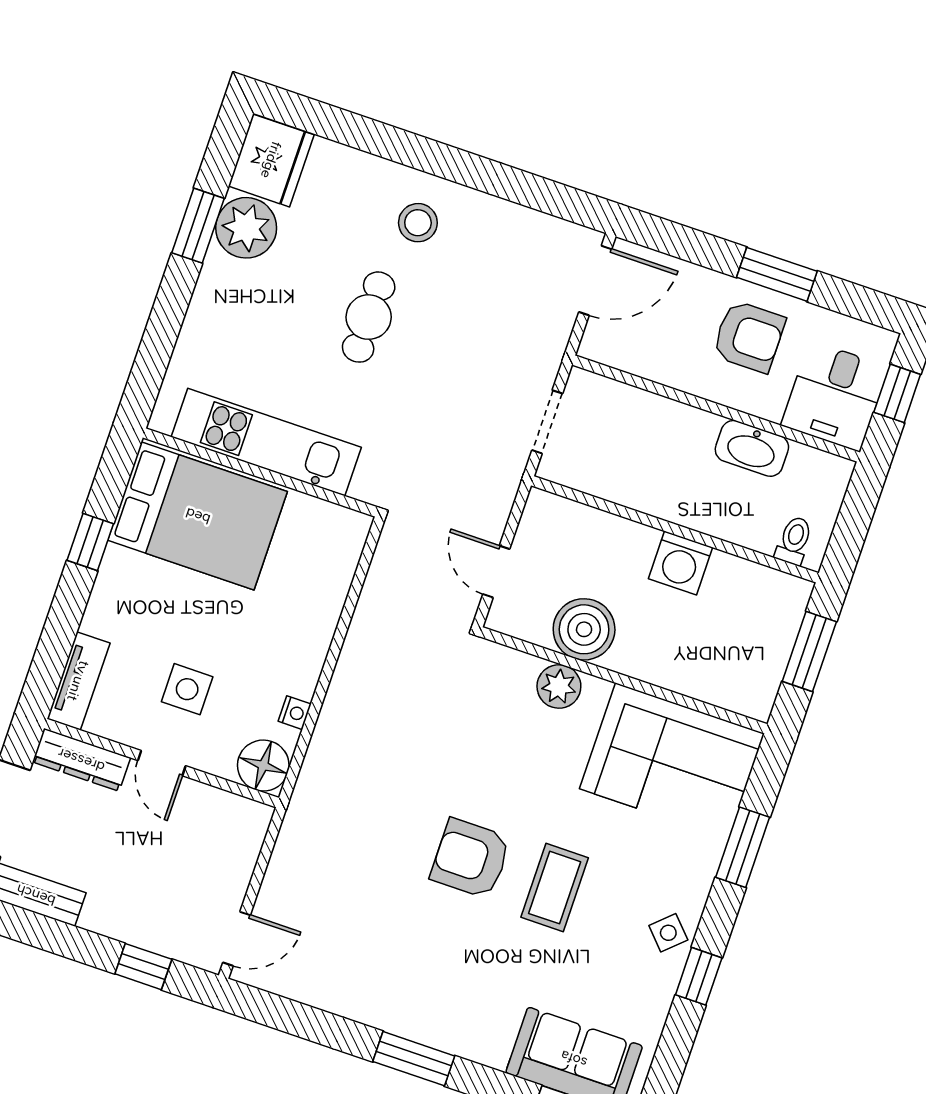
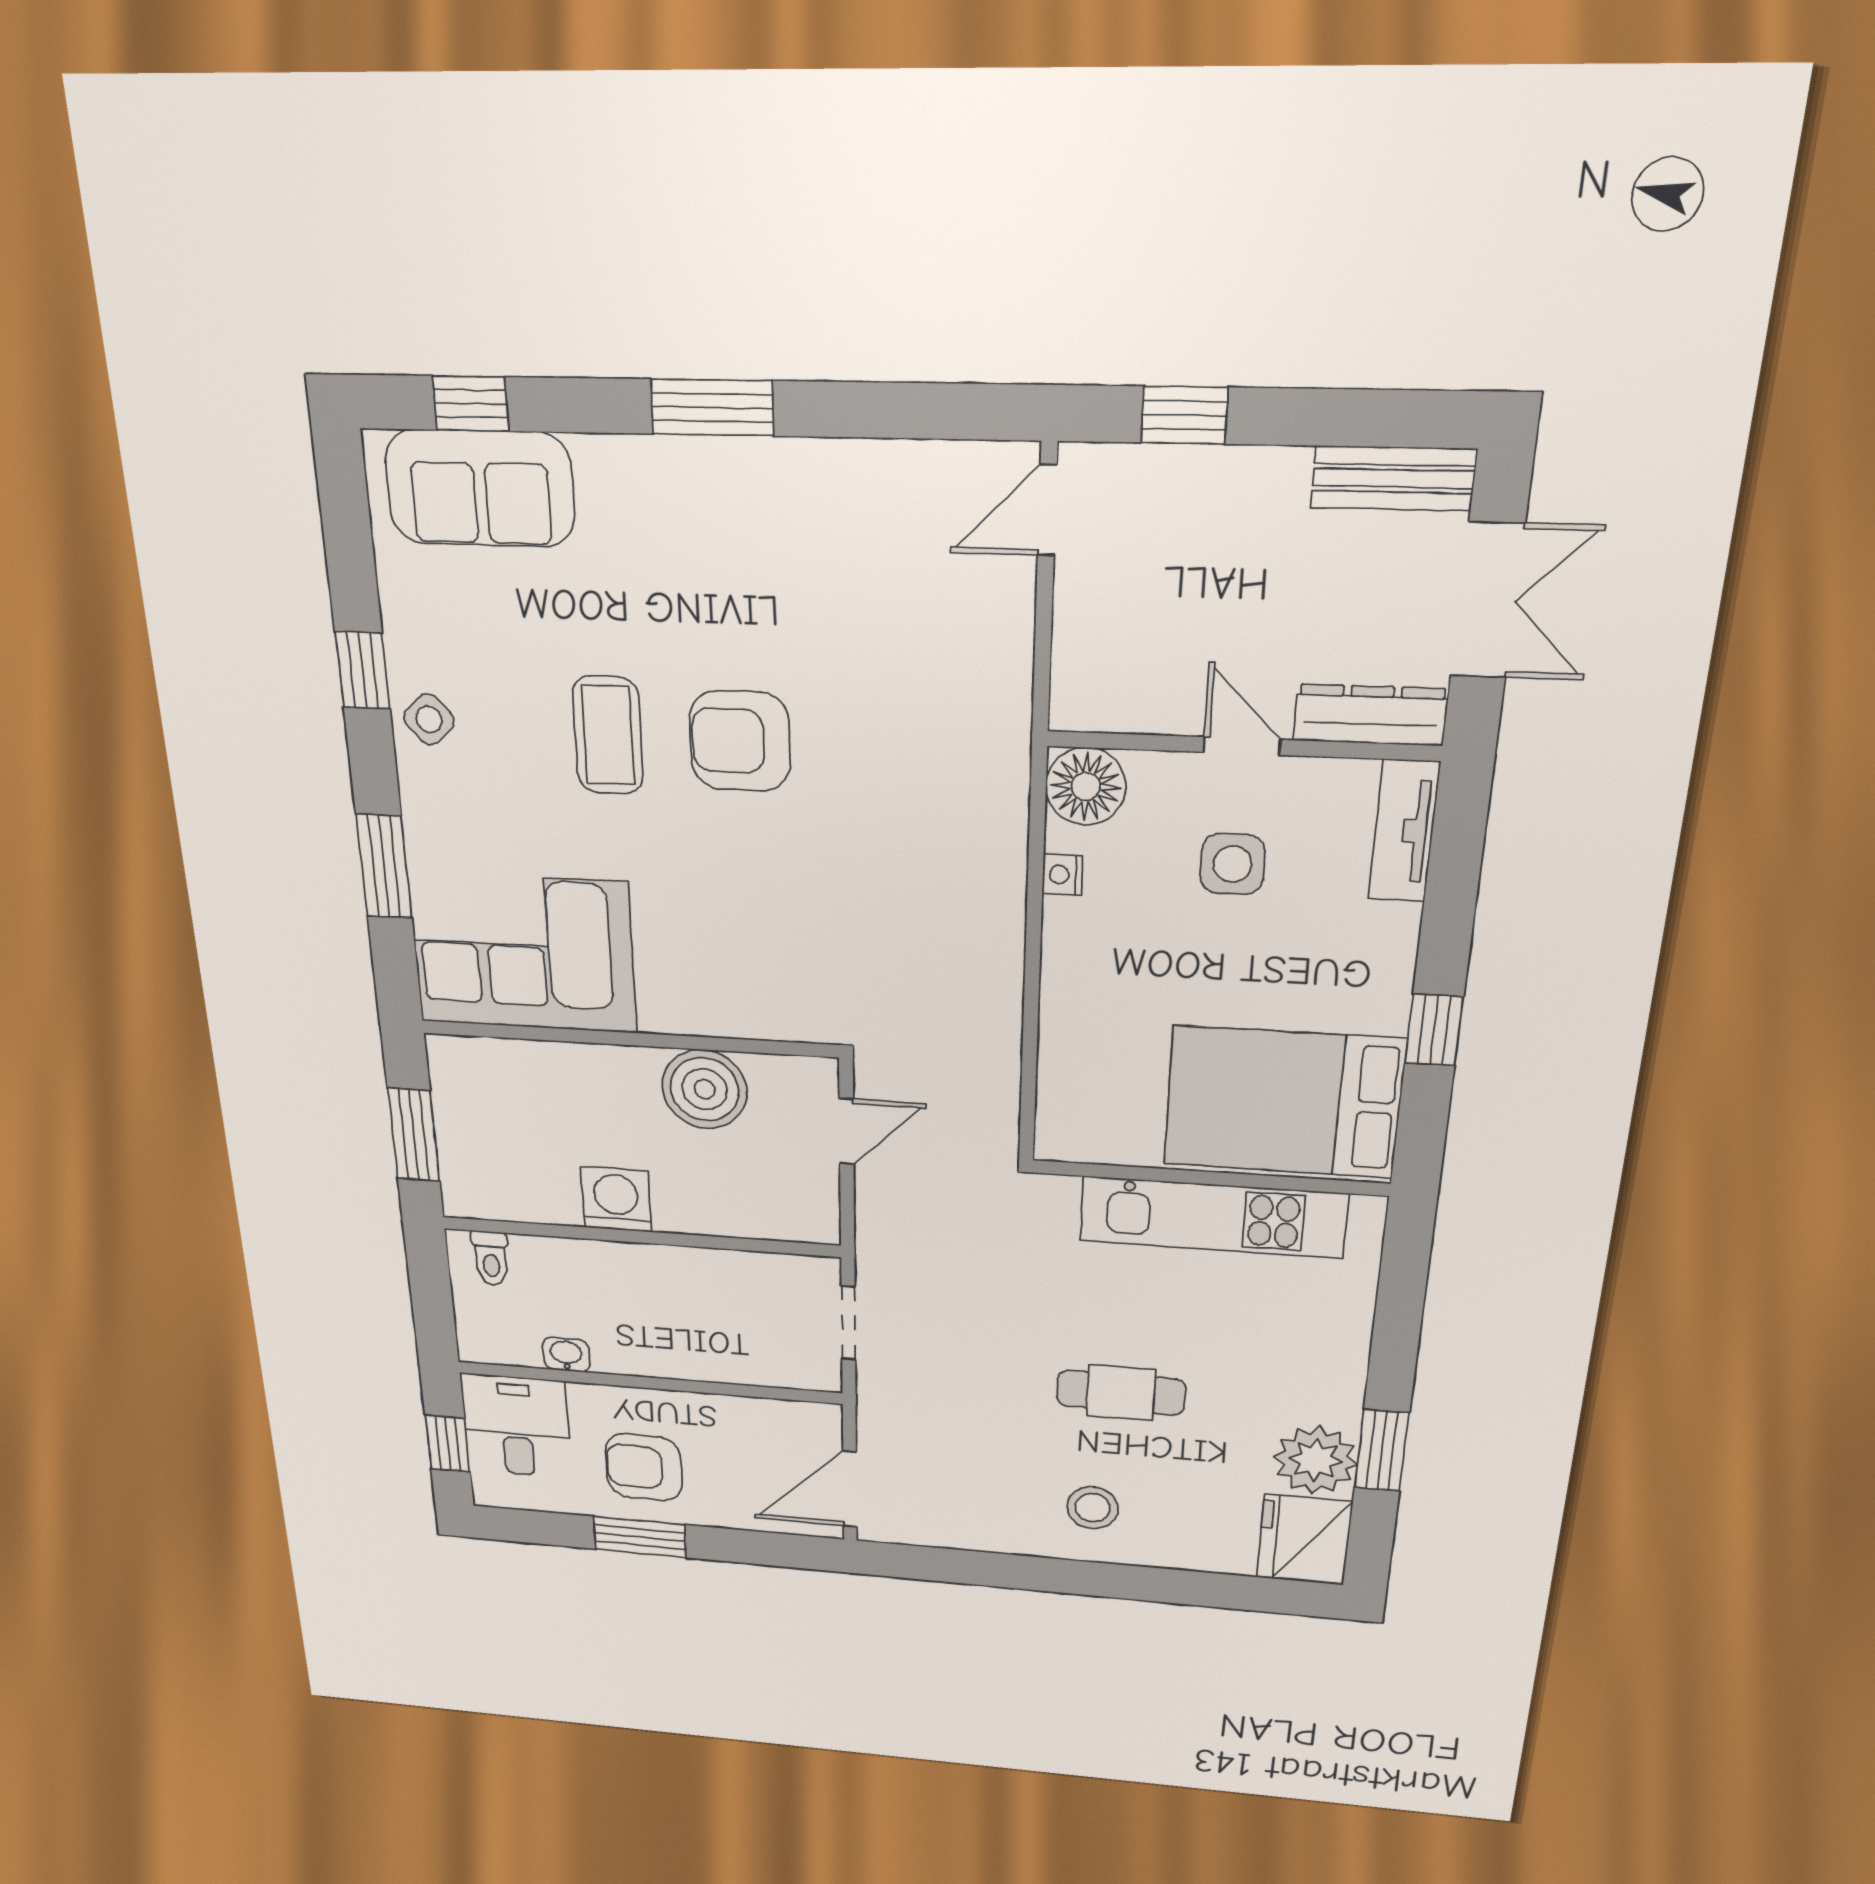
cafe table: (369, 317) -> (1121, 1393), turned 90
washbasin: (752, 448) -> (566, 1355), width x0.52, depth x0.69
door: (496, 572) -> (847, 1132), hinge flipped
plant: (559, 686) -> (709, 1009), removed
armchair: (471, 858) -> (740, 741), turned 180

